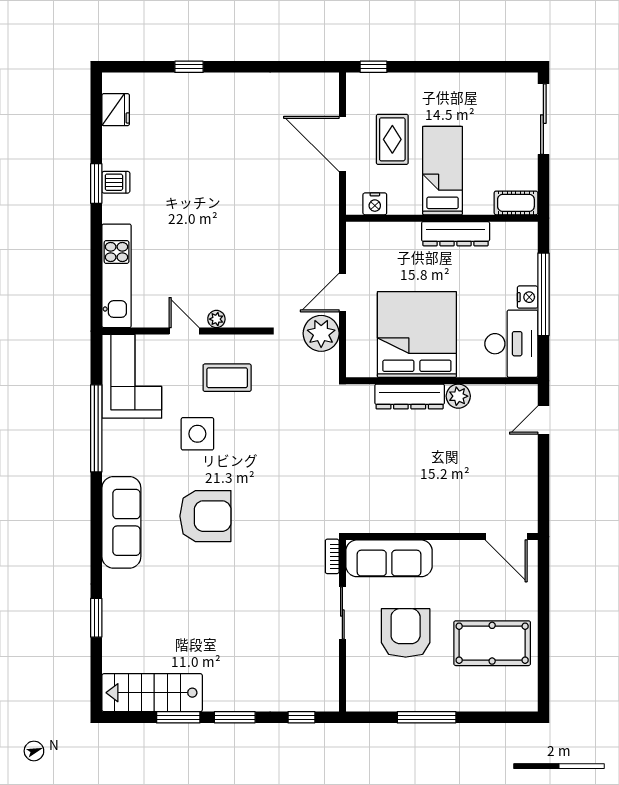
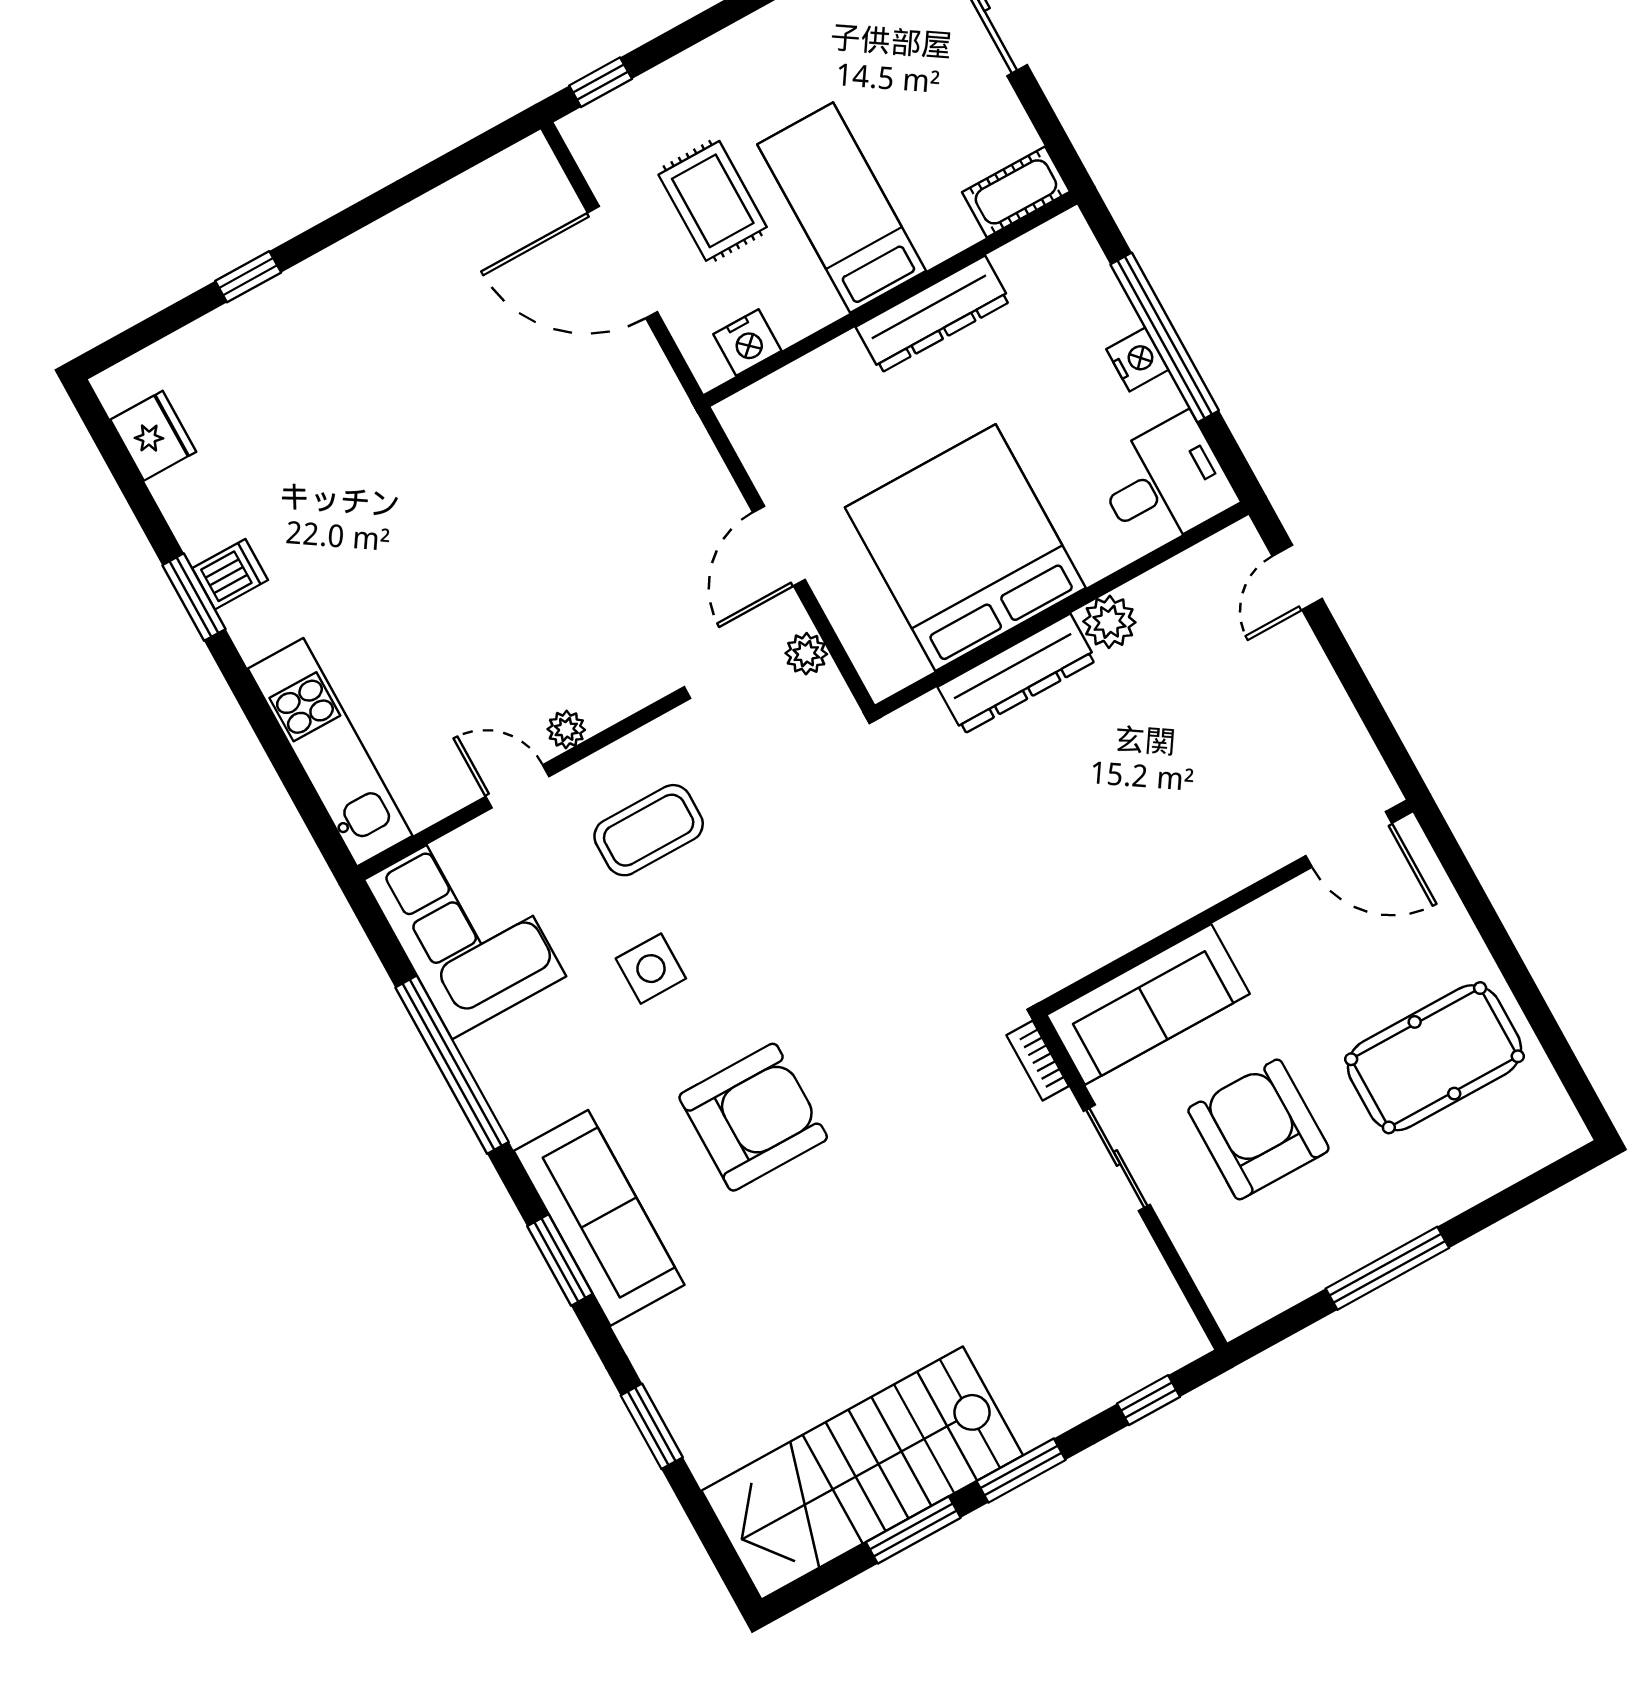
plant: (321, 333) -> (806, 654), width x0.53, depth x0.53
desk: (511, 344) -> (1165, 483), width x0.73
side table: (197, 434) -> (651, 969), width x0.73, depth x0.73
window: (96, 531) -> (560, 1260), added
stairs: (152, 693) -> (862, 1473), width x1.36, depth x1.51

